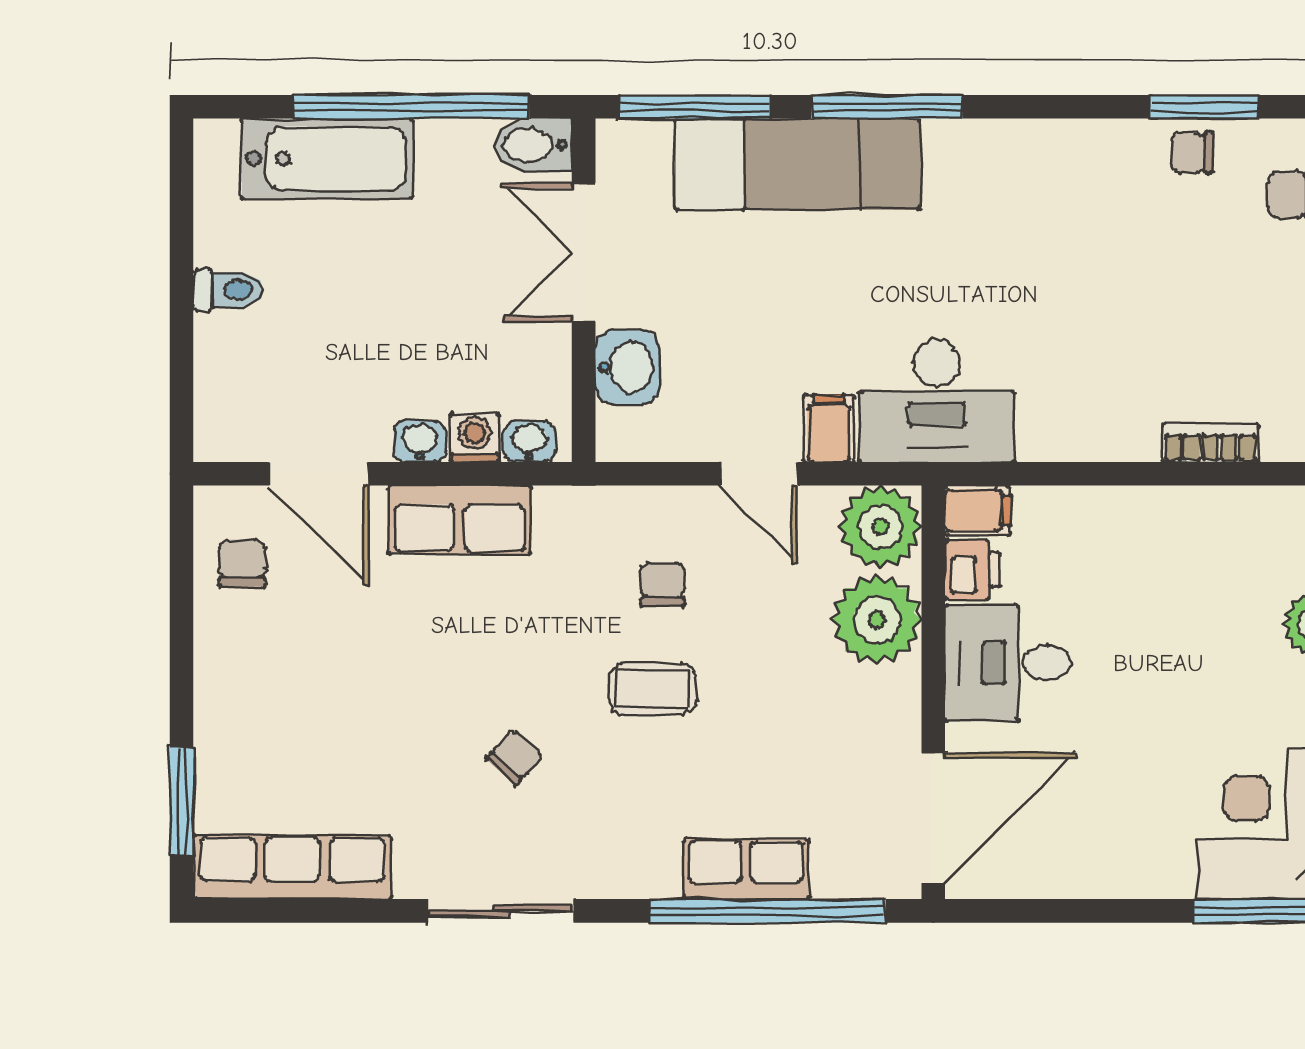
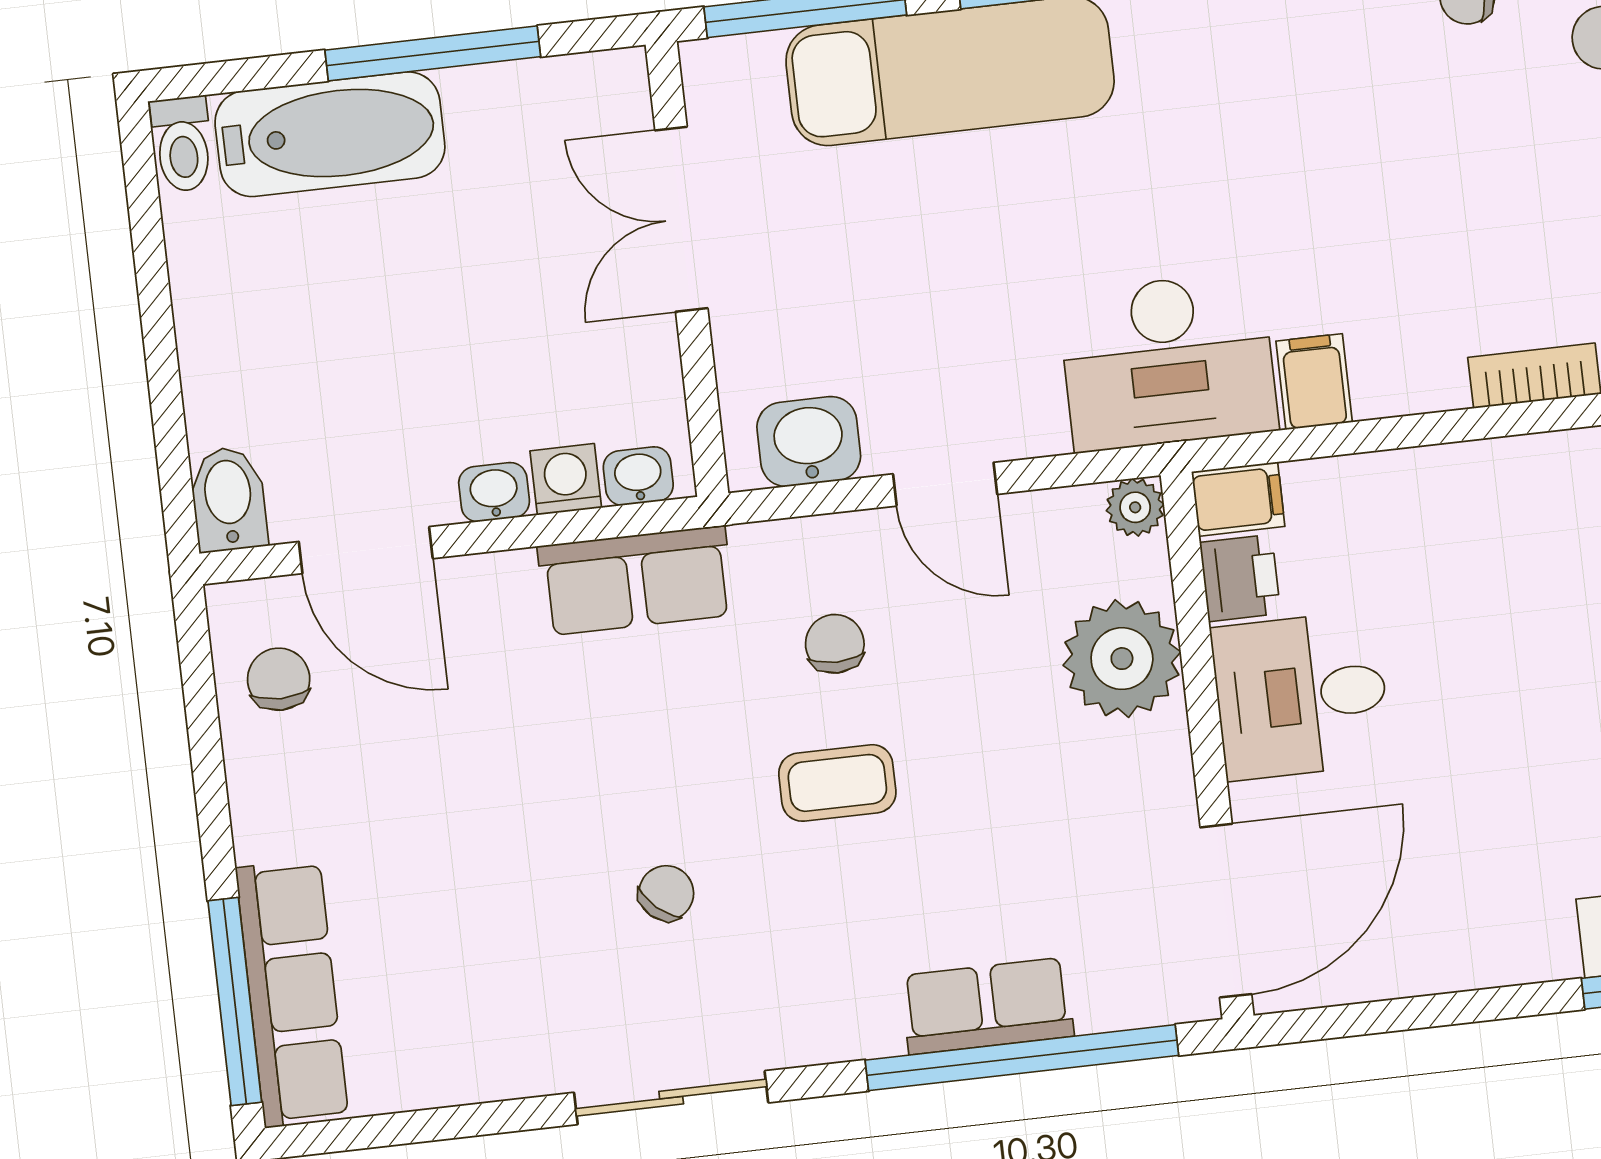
window: (411, 107) -> (433, 53), width x0.68
bidet: (534, 145) -> (228, 499), moved, turned 90
toilet: (228, 290) -> (182, 144), moved, turned 90
washbasin: (627, 367) -> (809, 442), moved, turned -90
filing cabinet: (829, 428) -> (1314, 382), moved
row of seats: (460, 520) -> (636, 581), moved
plant: (880, 527) -> (1135, 507), width x0.53, depth x0.53
window: (182, 801) -> (235, 1002), width x1.44
row of seats: (292, 867) -> (292, 993), moved, turned 90

